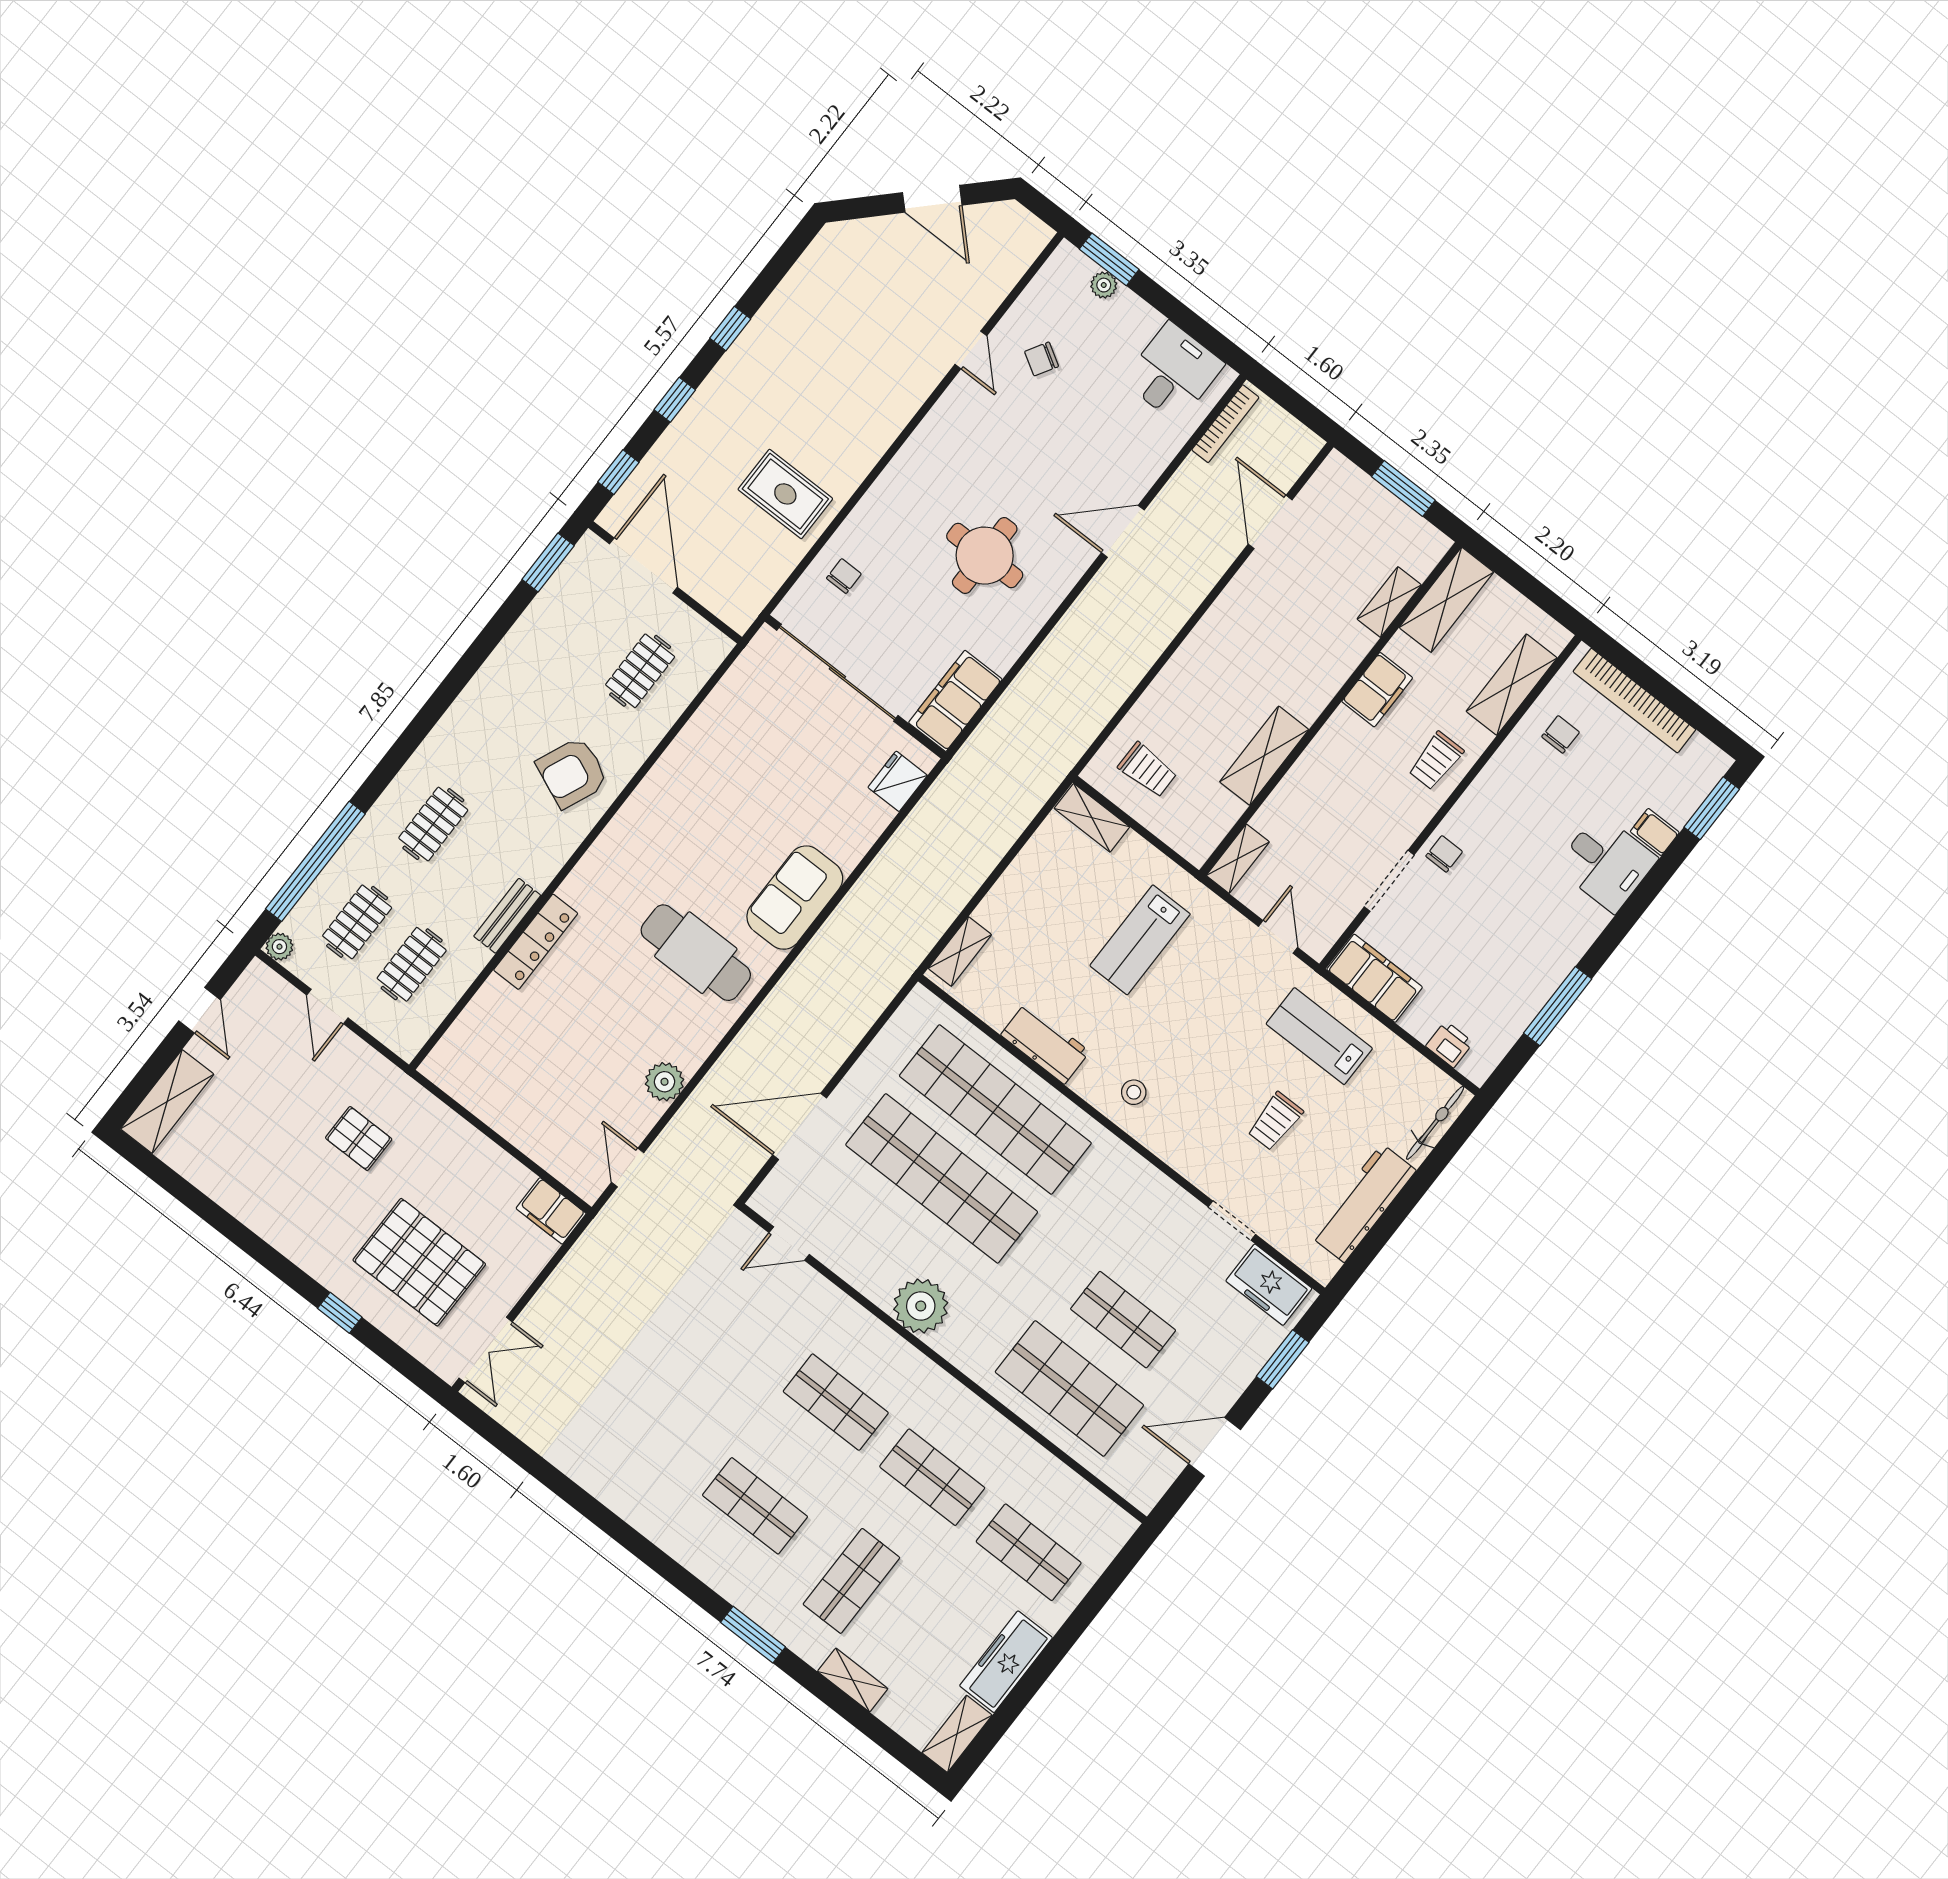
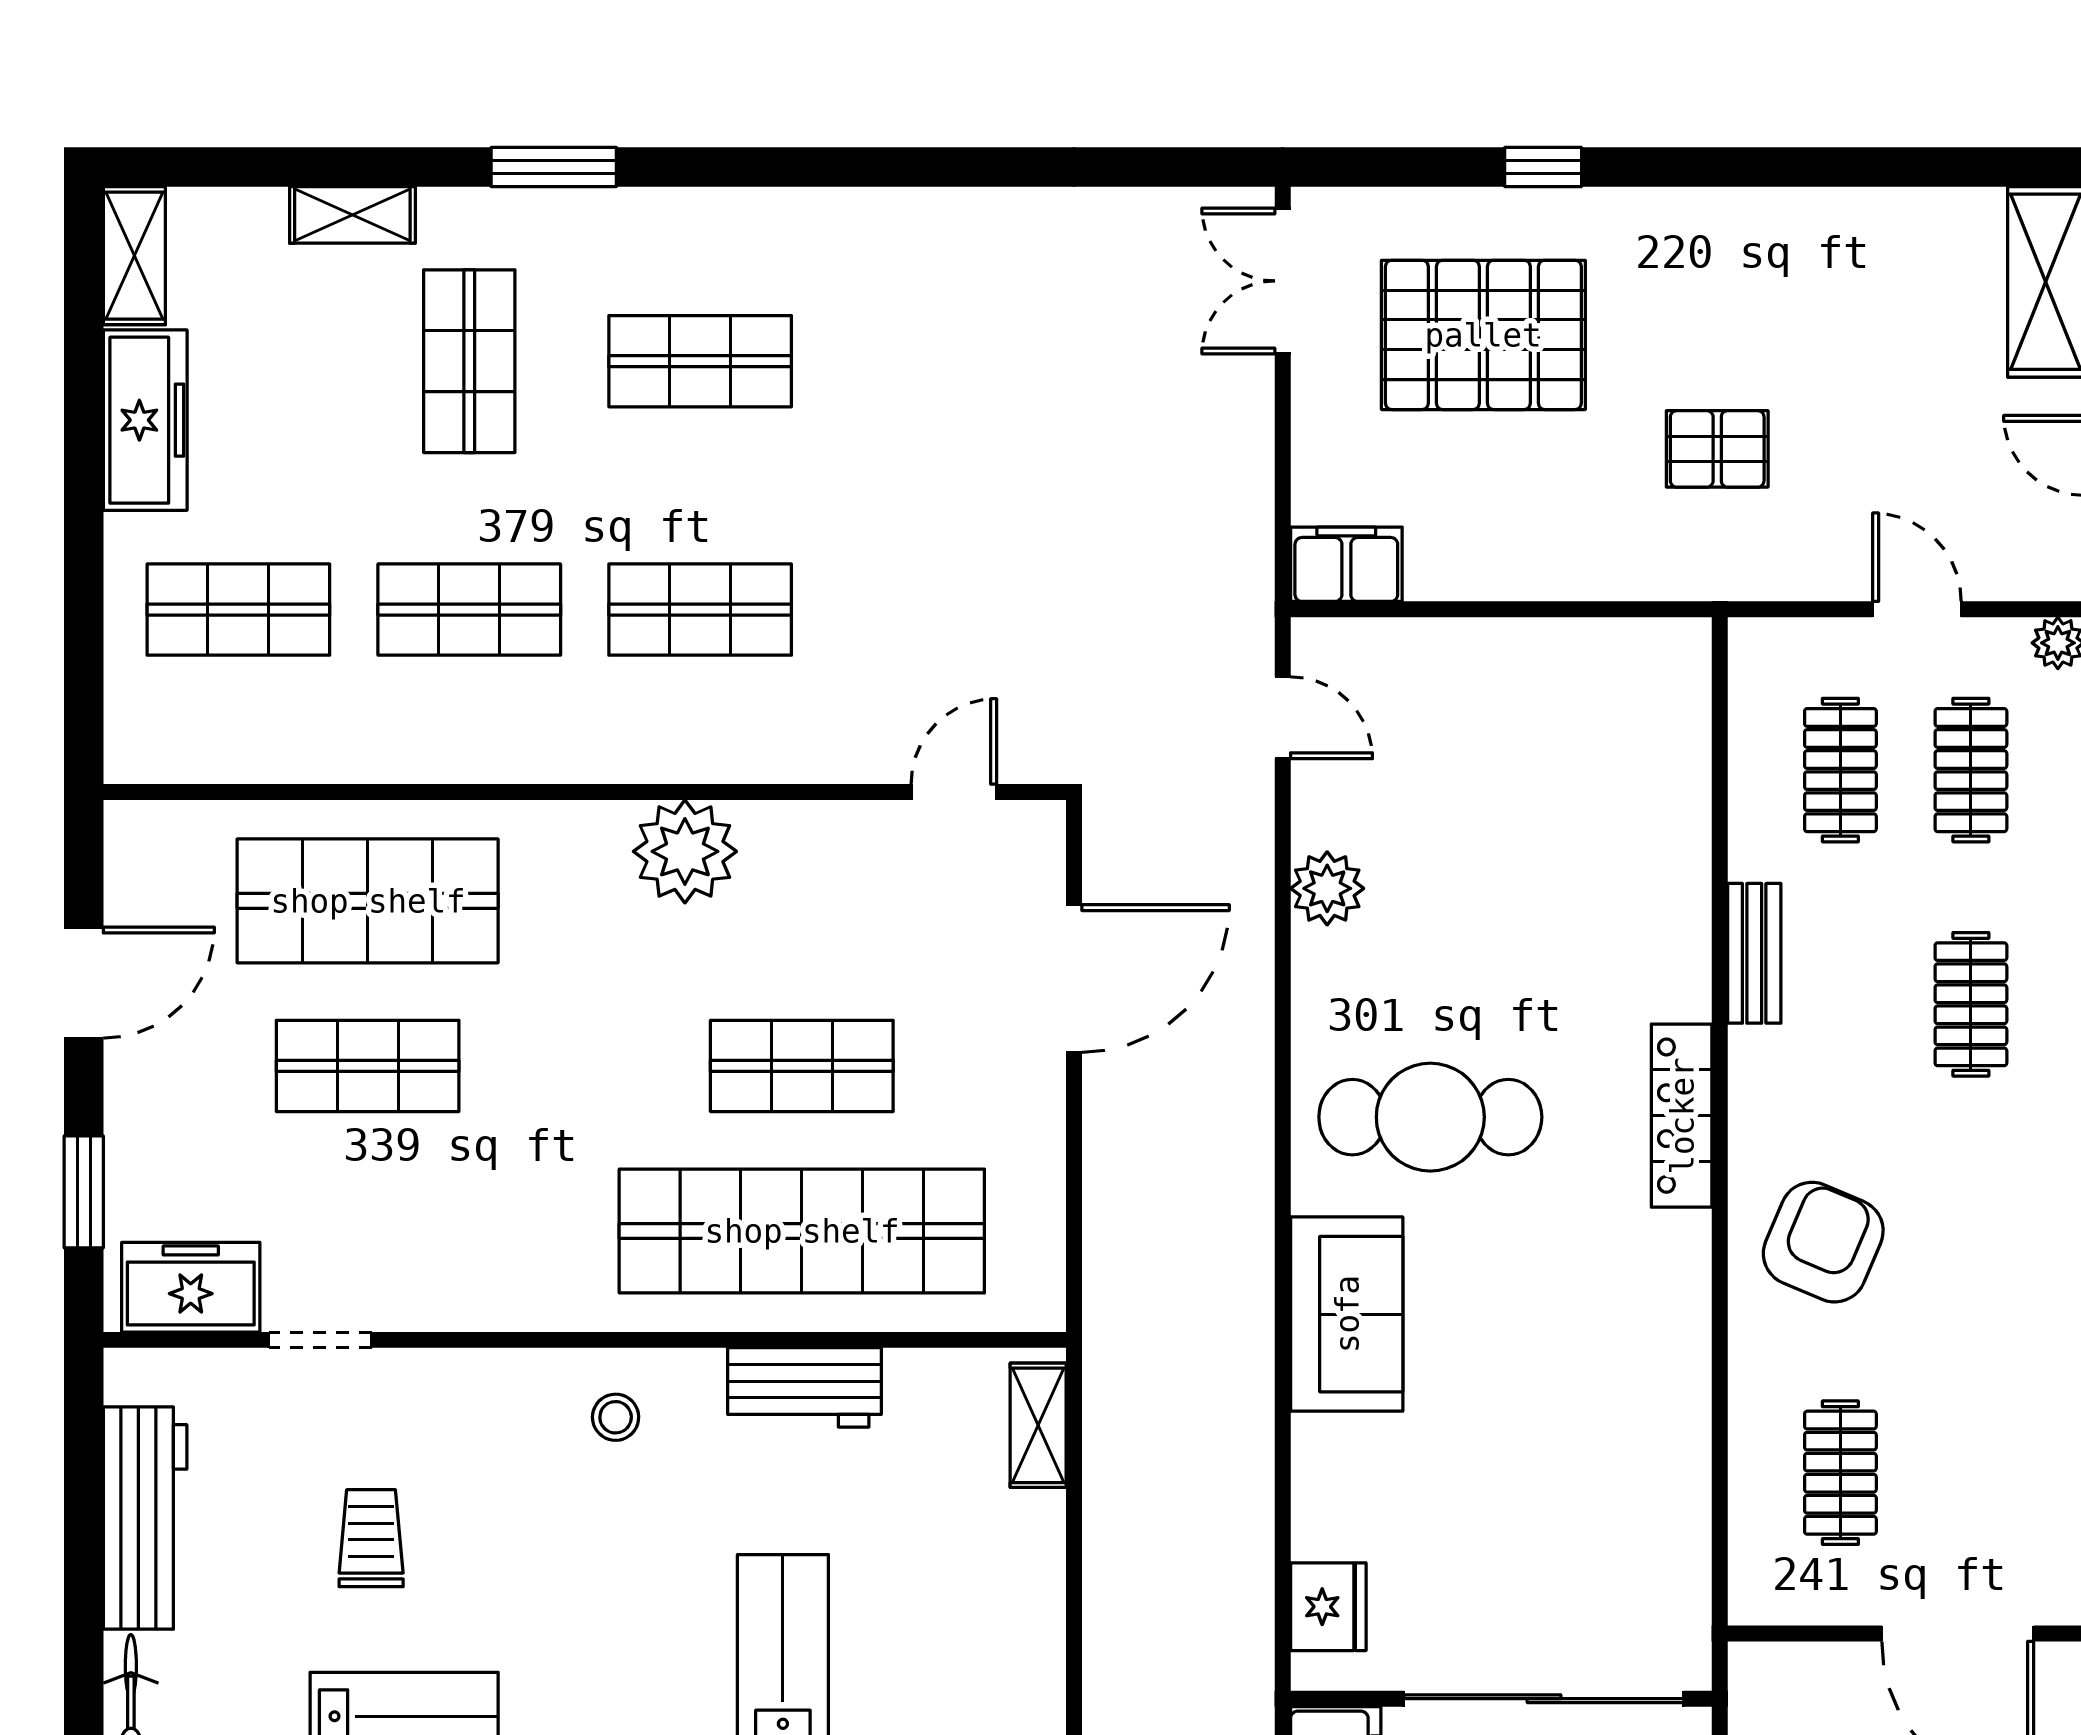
locker: (536, 942) -> (1682, 1116), moved
shop shelf: (942, 1178) -> (802, 1066), width x0.50, depth x0.74

